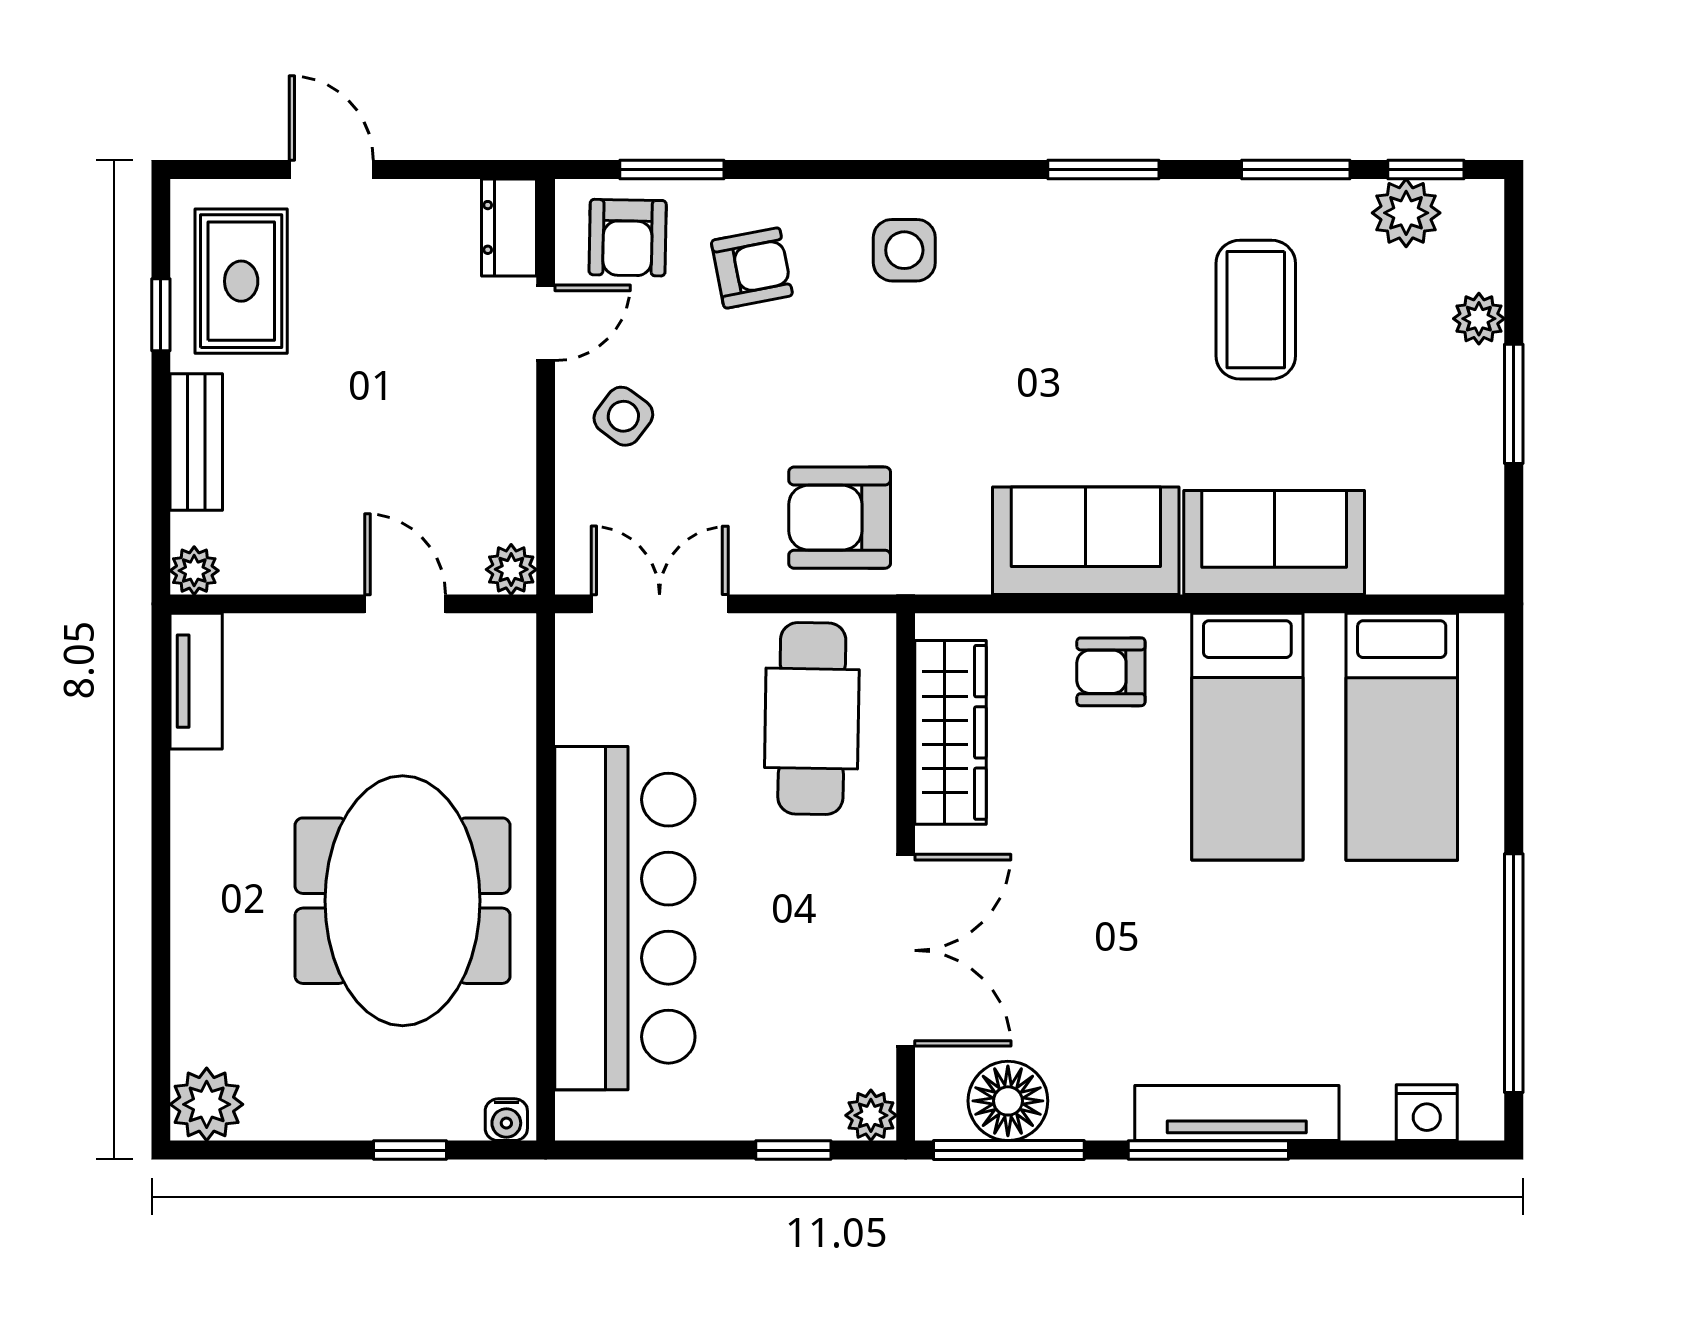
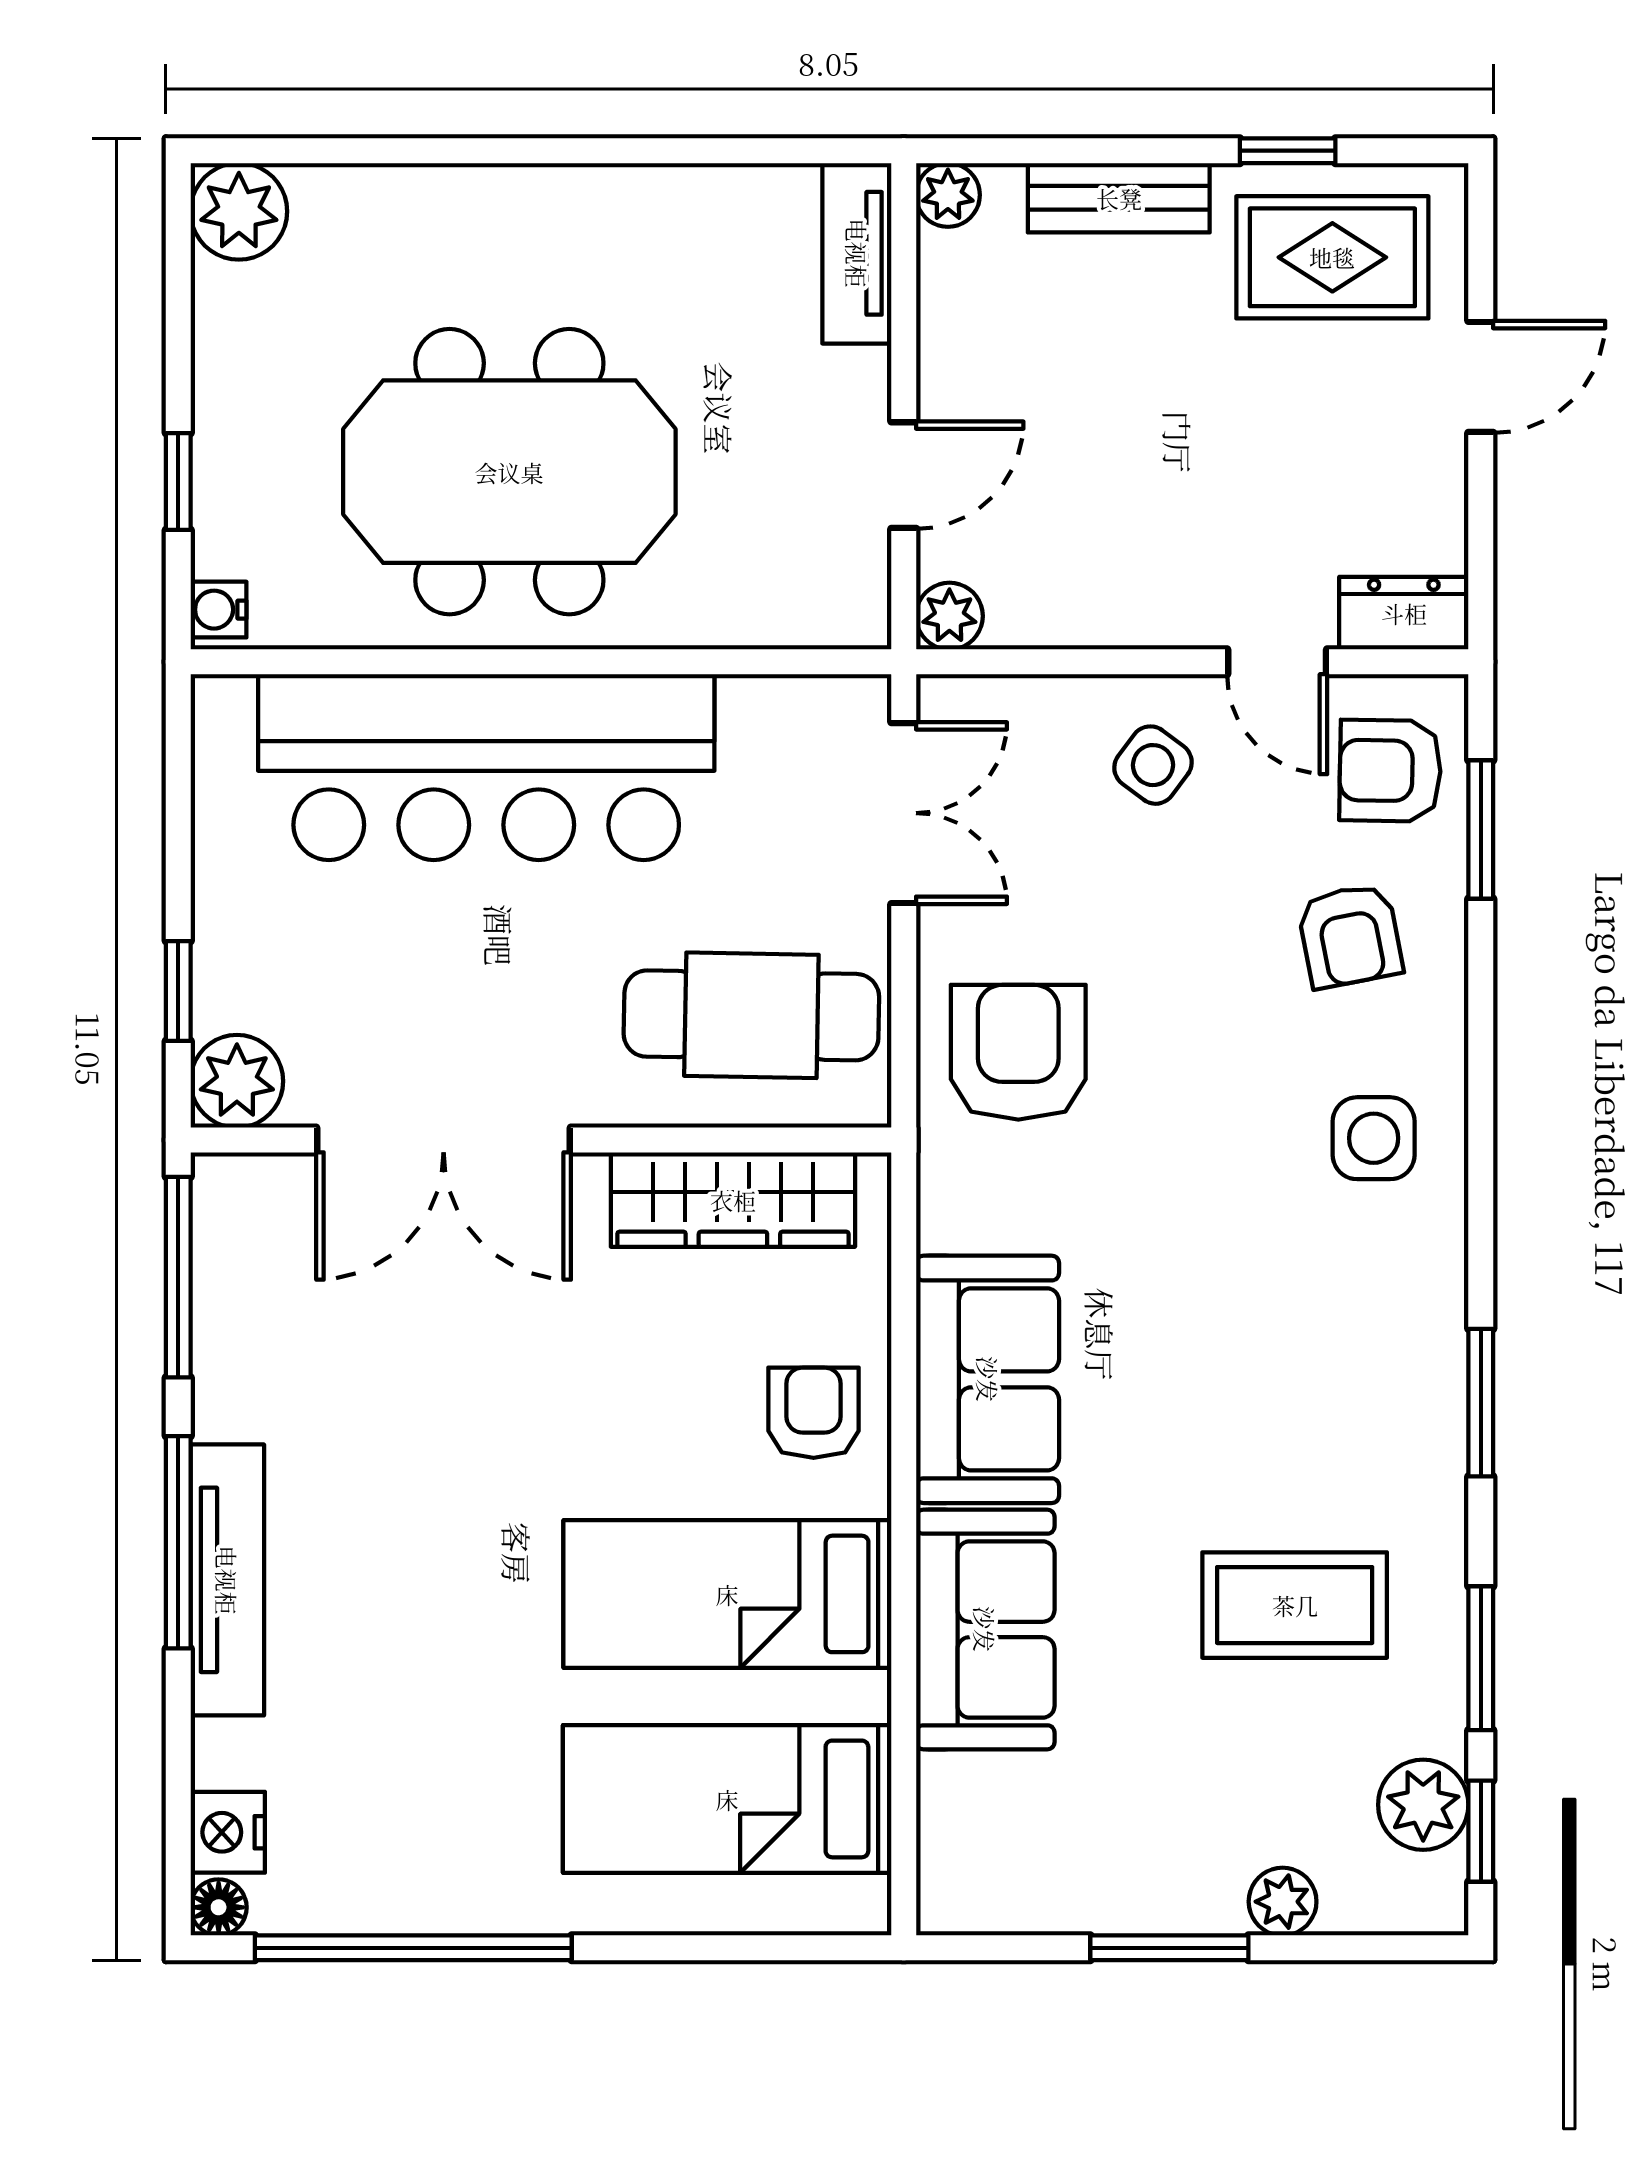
tv unit: (196, 681) -> (857, 253), moved, turned 90
floor lamp: (1008, 1101) -> (219, 1907), moved, width x0.53, depth x0.53
plant: (871, 1115) -> (237, 1081), width x1.38, depth x1.38

